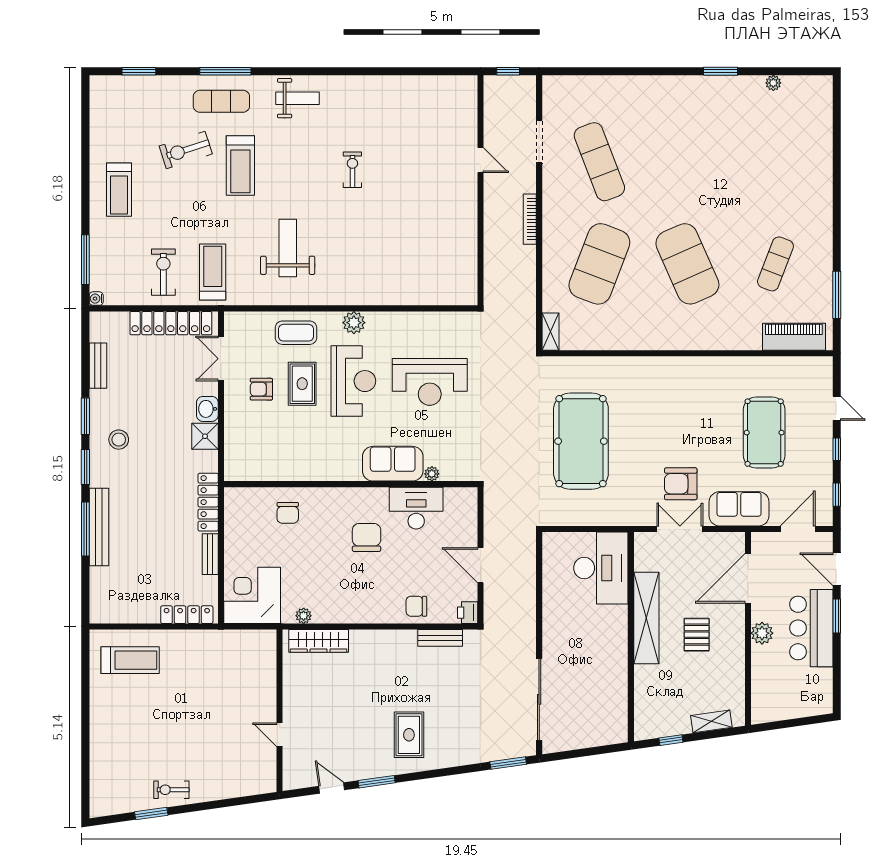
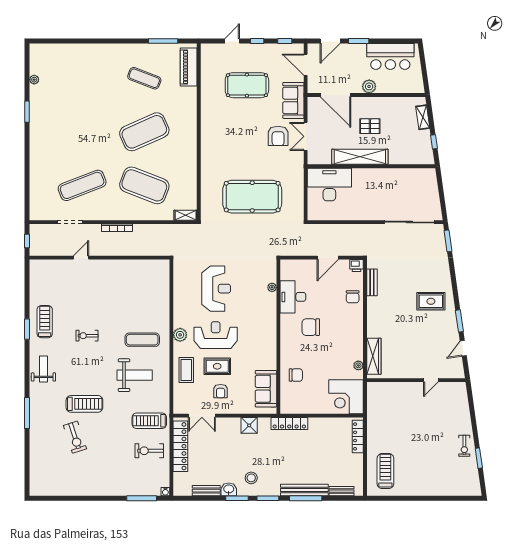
window: (139, 71) -> (27, 329), moved
exercise mat: (221, 101) -> (142, 340), moved, turned 90
treadmill: (119, 190) -> (45, 322), moved, turned -90
weight bench: (288, 248) -> (135, 375), turned 180
washbasin: (207, 409) -> (229, 489), moved, turned 180
sofa: (393, 464) -> (266, 389), moved
bench: (210, 554) -> (342, 491), moved
bar counter: (811, 628) -> (390, 56), moved

